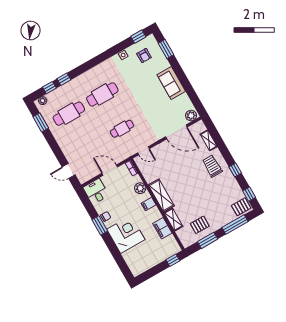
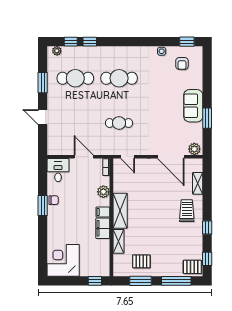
window: (166, 49) -> (207, 118), moved
window: (41, 122) -> (43, 83), moved
door: (69, 171) -> (43, 117), moved
filing cabinet: (162, 228) -> (103, 228), moved
corner desk: (126, 234) -> (63, 260), moved, turned -90

